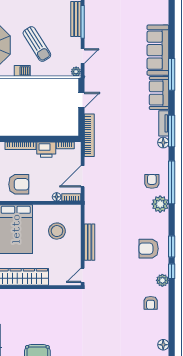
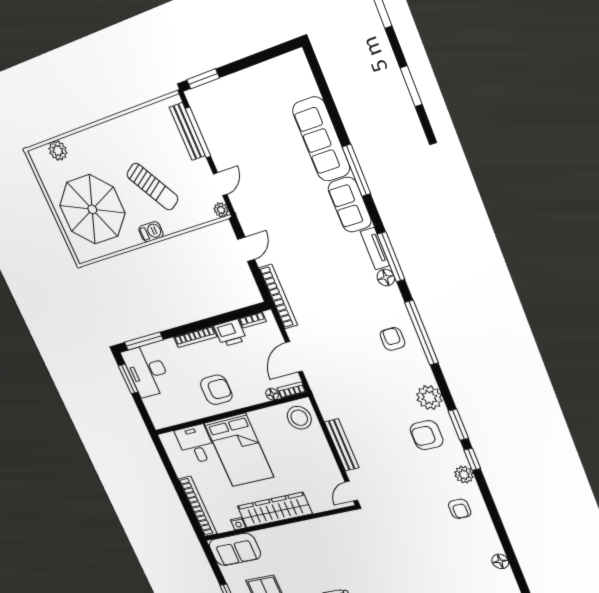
plant: (160, 204) -> (429, 398), moved
stool: (57, 231) -> (299, 418), moved

